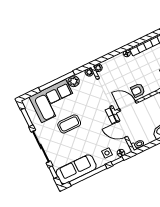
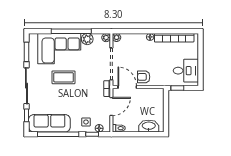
door: (122, 129) -> (111, 106), swing flipped

